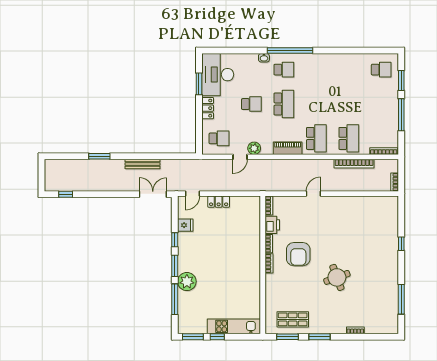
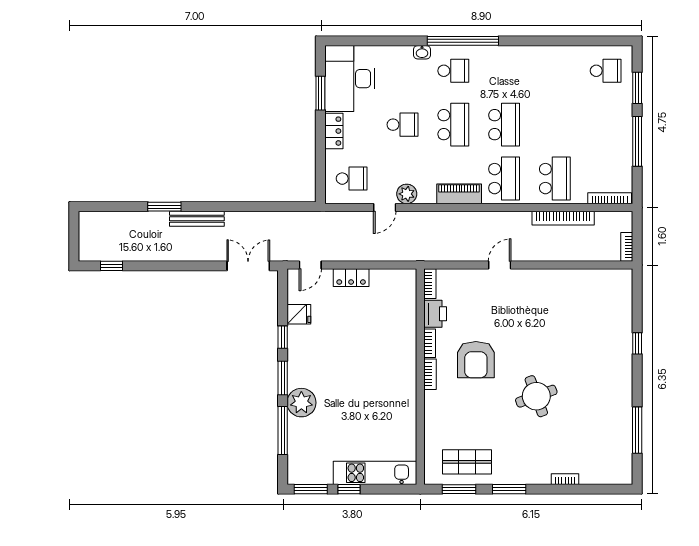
school desk: (316, 104) -> (504, 125), added
bench: (143, 164) -> (197, 219), moved

